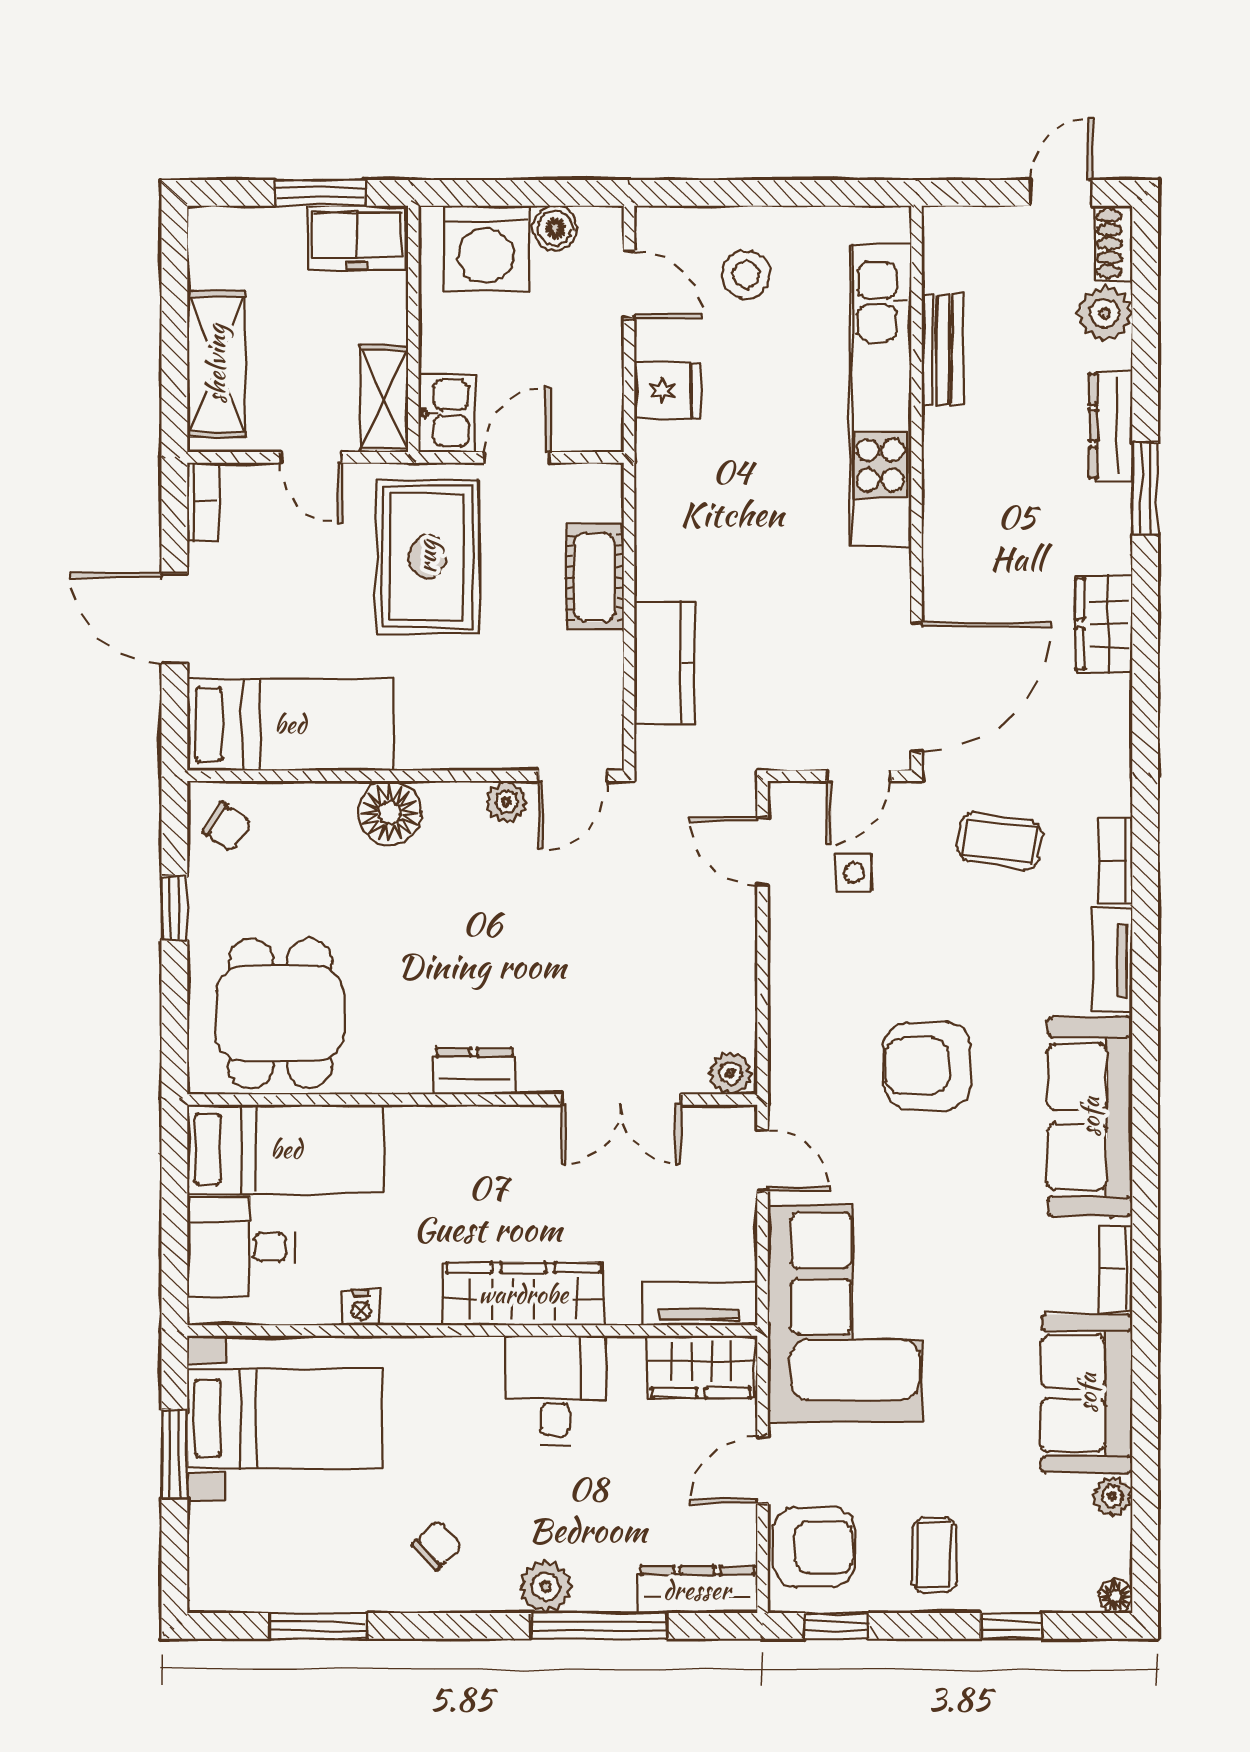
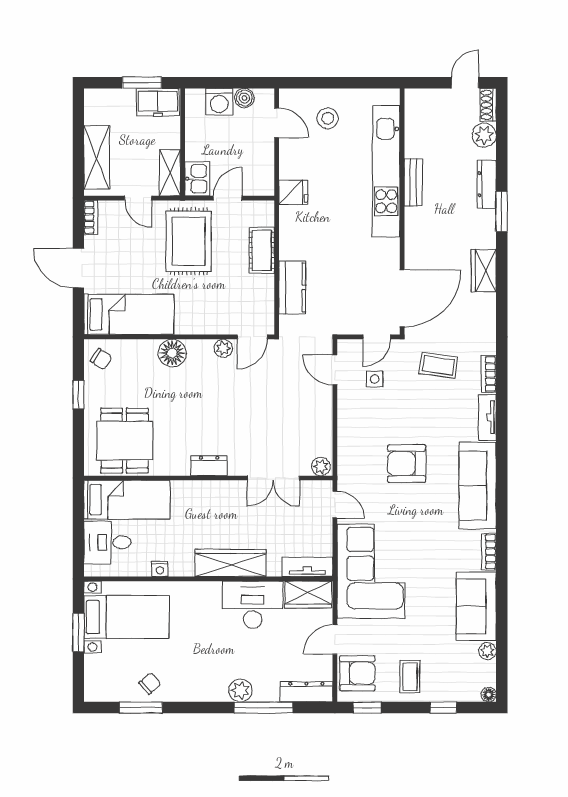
washing machine: (486, 248) -> (219, 102), width x0.73, depth x0.73
bench: (943, 349) -> (413, 182), moved
fridge: (667, 390) -> (293, 192), moved
desk: (555, 1390) -> (253, 605), width x1.37
chair: (437, 1545) -> (150, 683), moved

